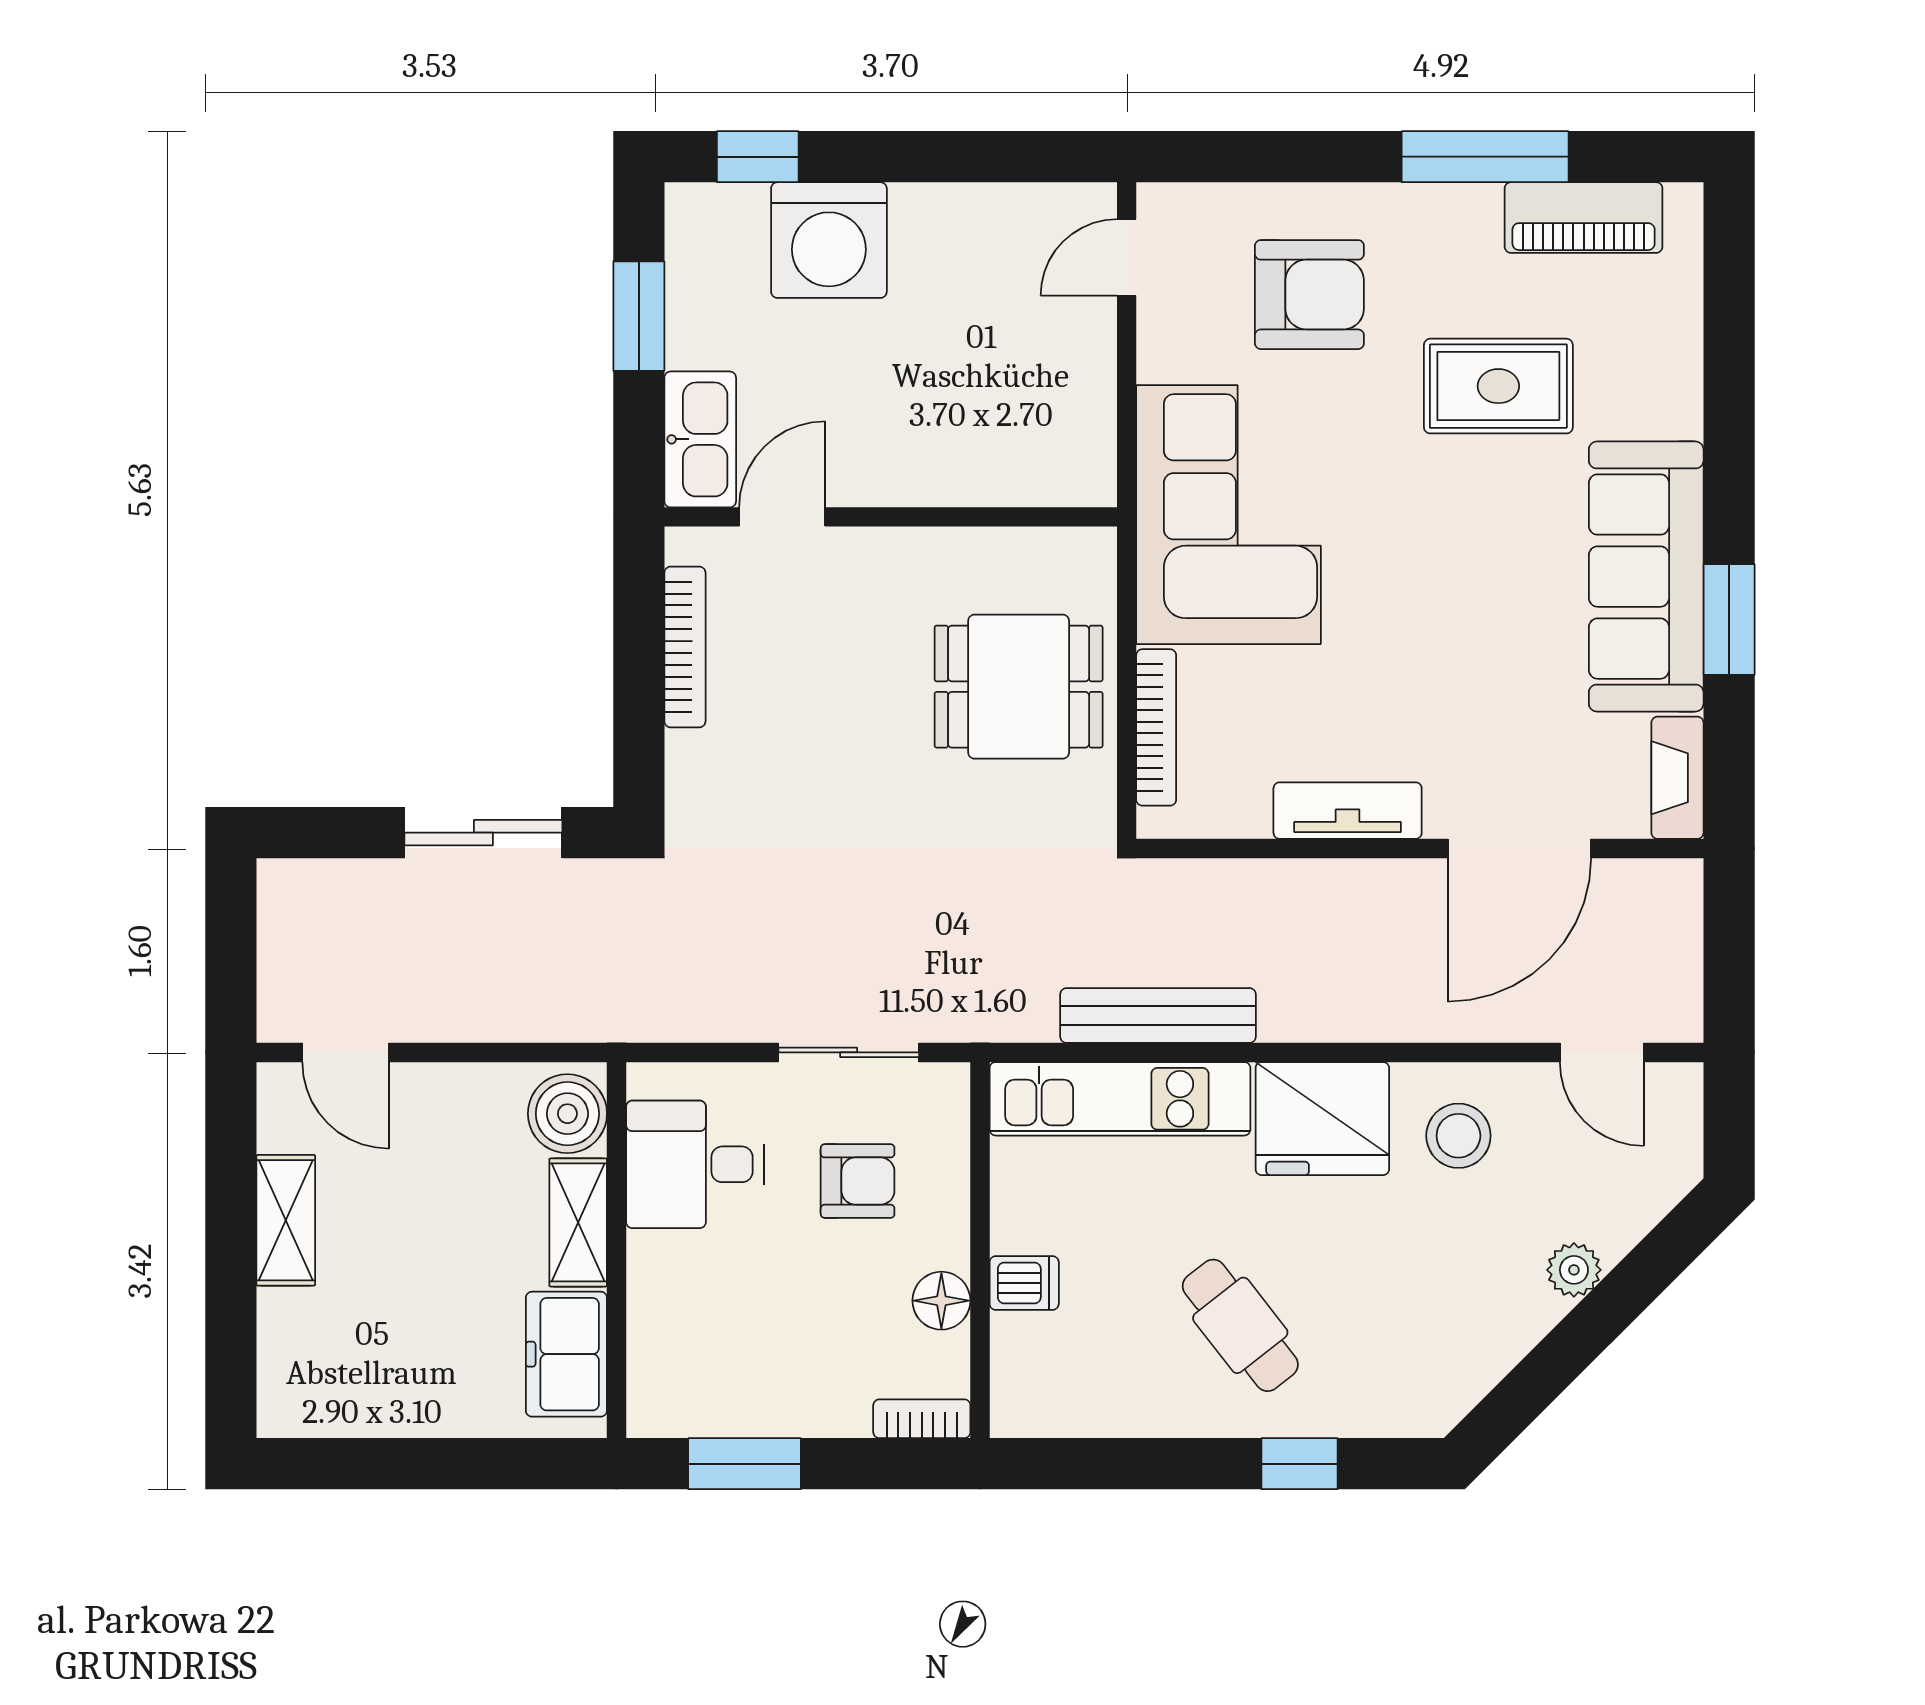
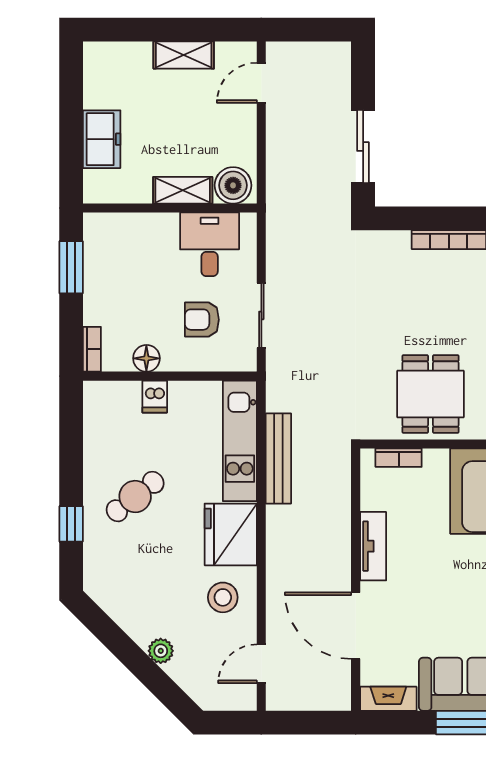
bookcase: (1156, 727) -> (399, 458), width x0.64
armchair: (858, 1181) -> (202, 320), turned 90
freezer: (566, 1354) -> (102, 139), moved, turned 90

